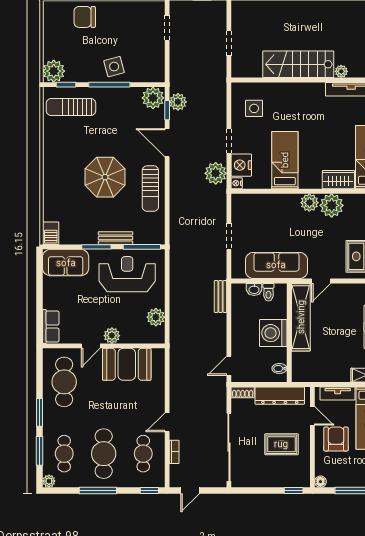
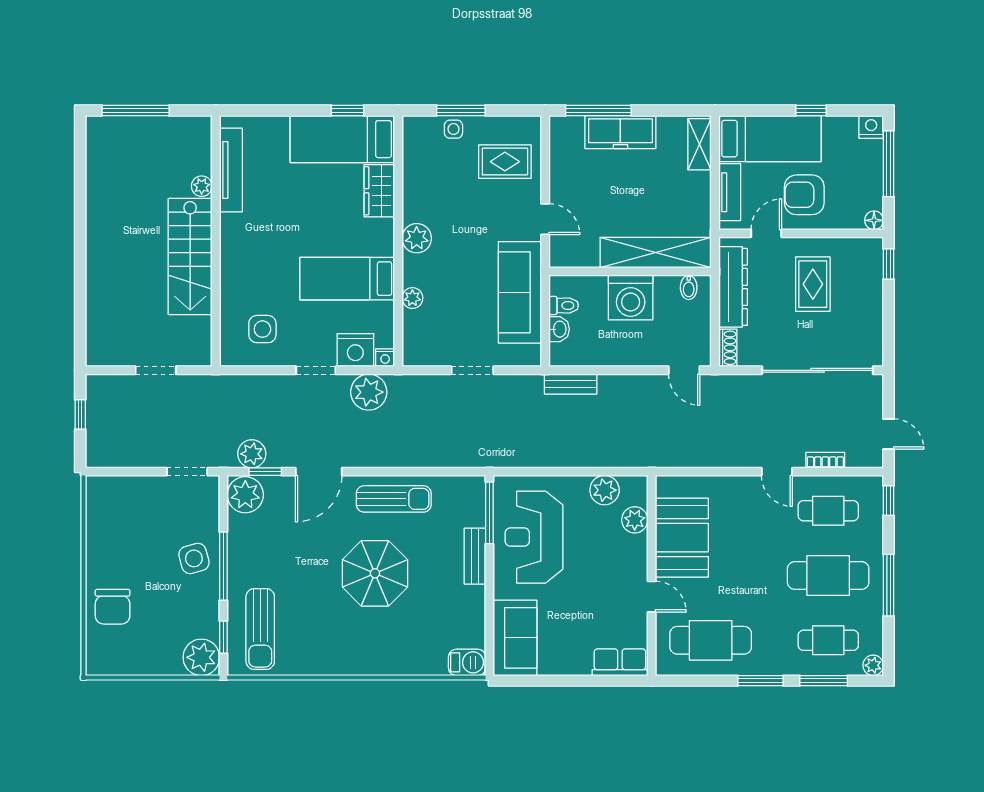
doorway: (167, 28) -> (187, 472), moved
plant: (332, 205) -> (412, 298), moved, width x0.53, depth x0.53
window: (96, 247) -> (489, 587), removed
shelving: (301, 317) -> (656, 252), moved
plant: (112, 336) -> (635, 520), moved

